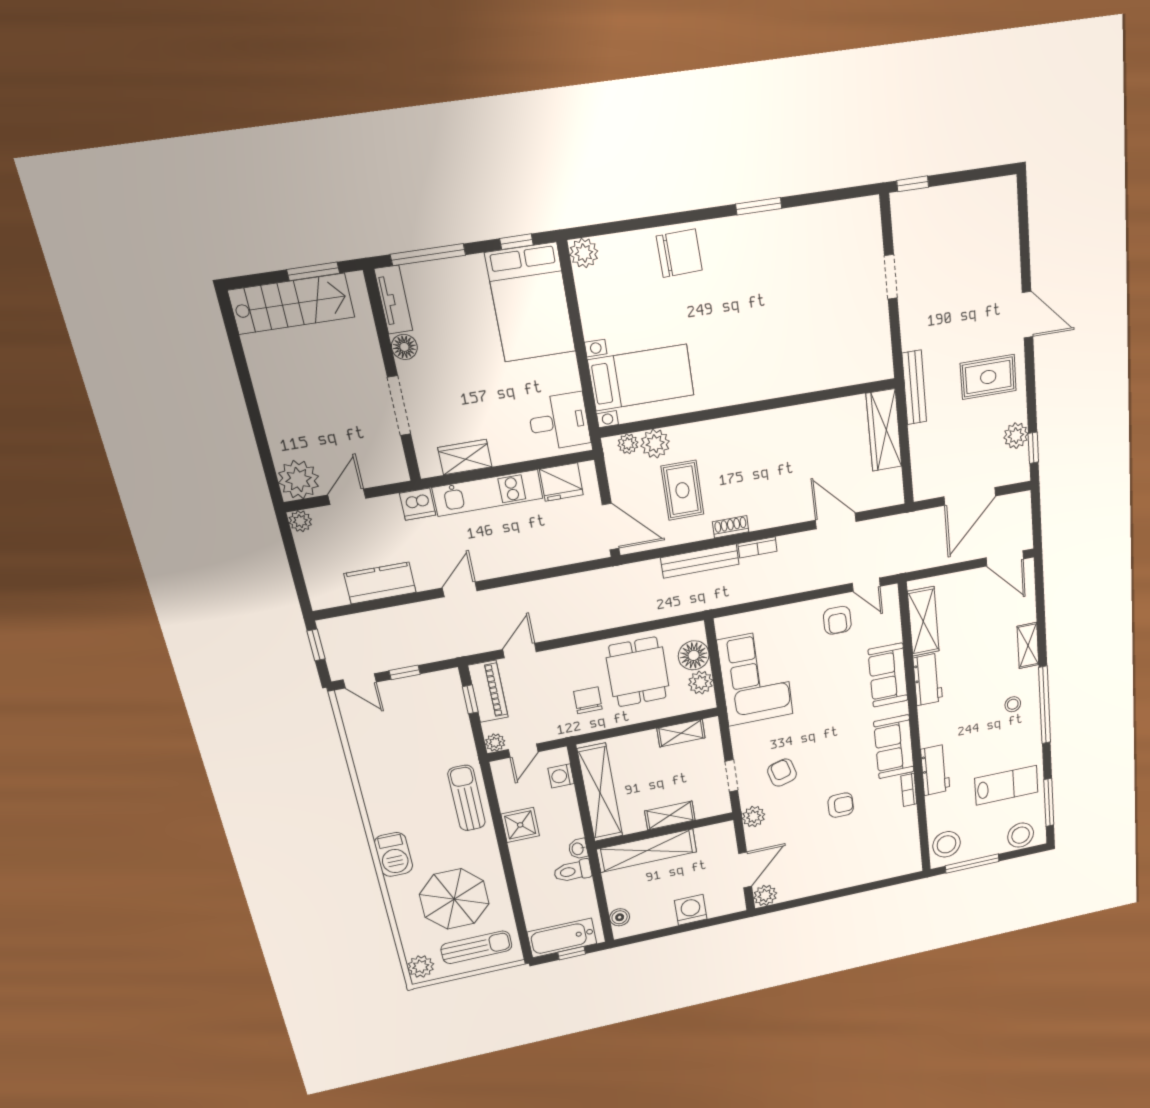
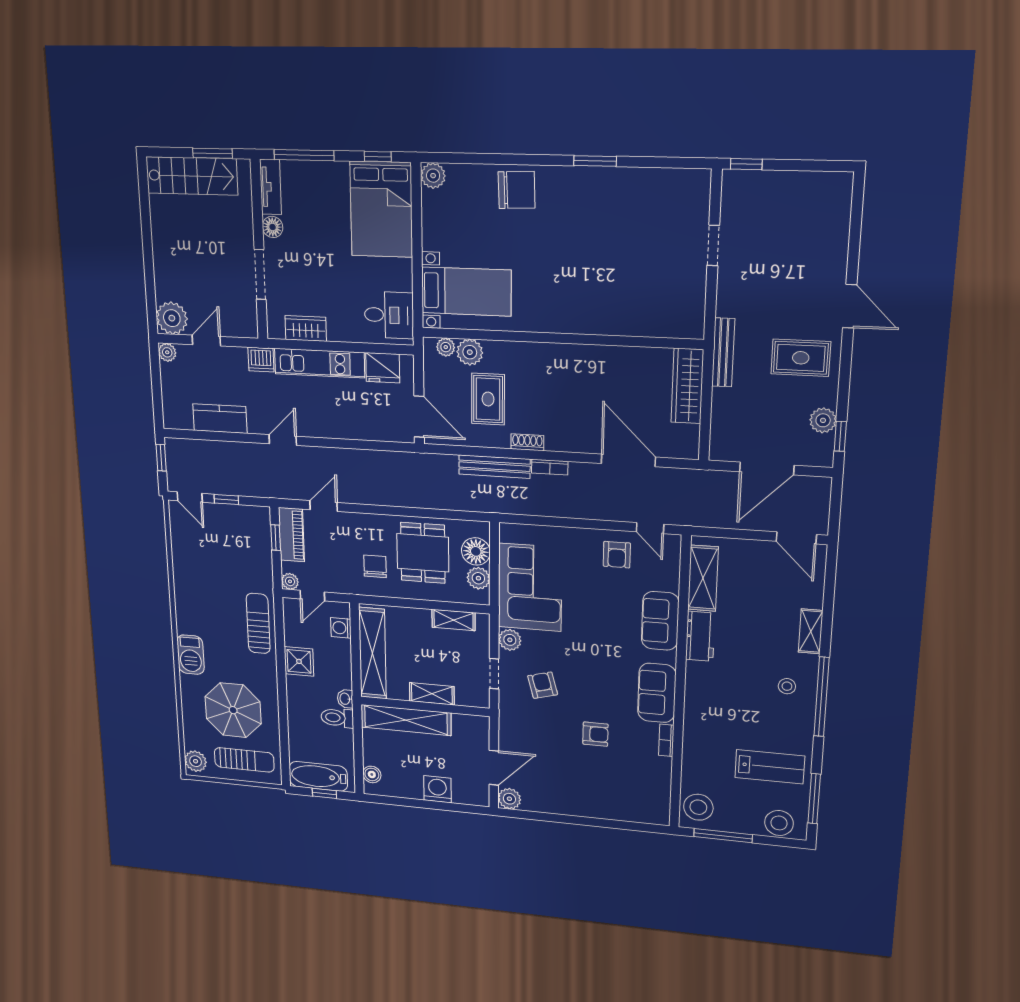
door: (836, 521) -> (628, 460), width x1.36
workbench: (935, 770) -> (696, 729), removed
plant: (754, 817) -> (510, 640), moved

